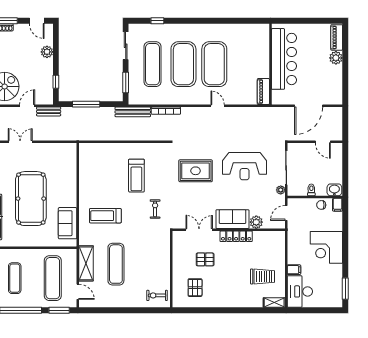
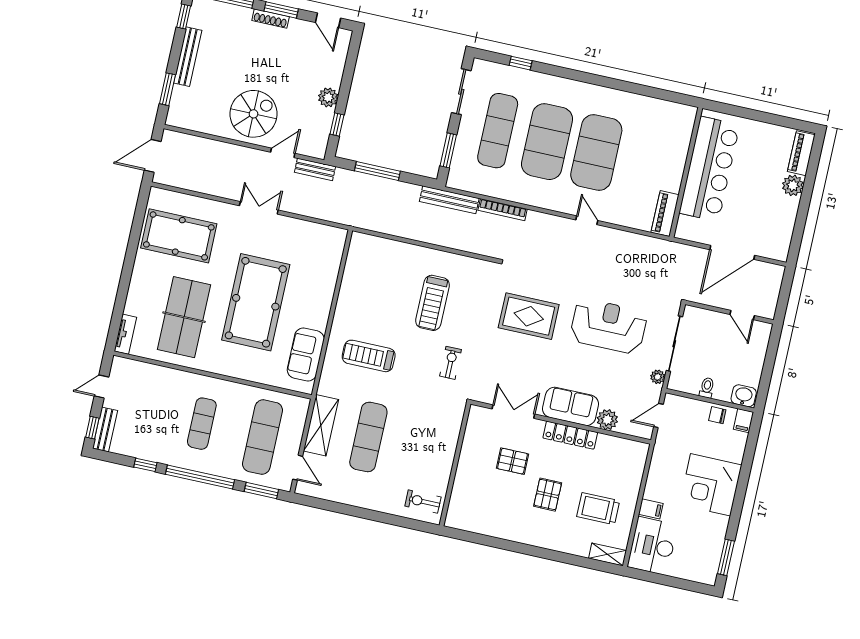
plant: (47, 52) -> (328, 97), moved
reception desk: (245, 166) -> (608, 326), turned 180
trolley: (263, 276) -> (598, 509), turned 180
pallet: (195, 288) -> (548, 495), moved

